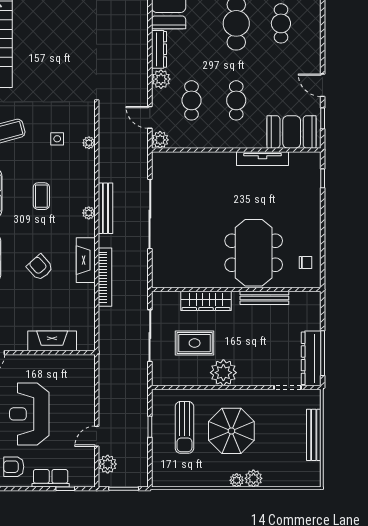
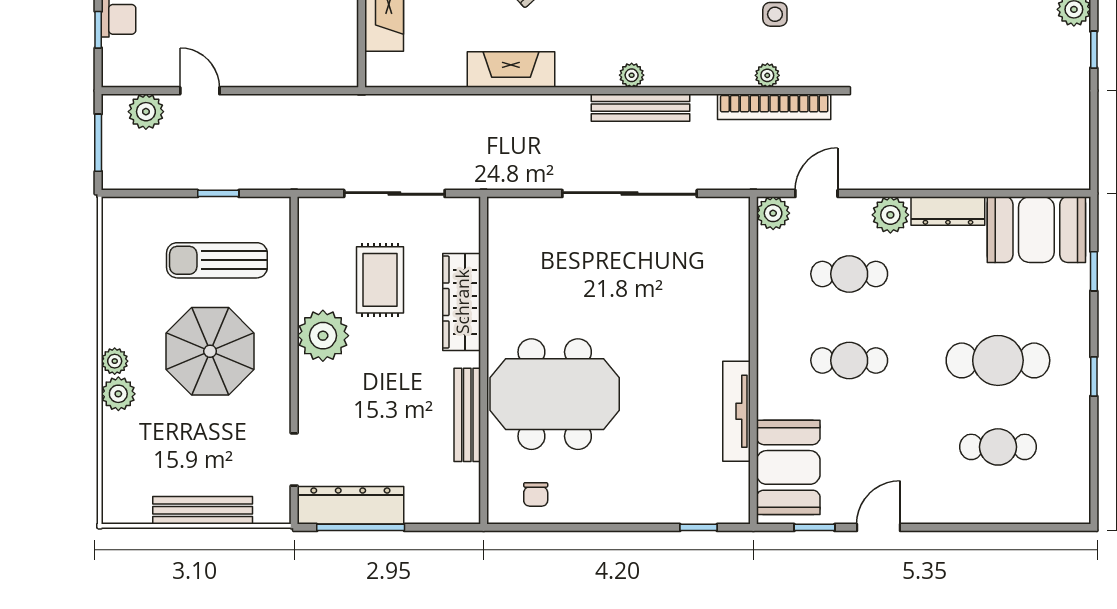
fireplace: (86, 260) -> (511, 70), moved
bookcase: (105, 277) -> (774, 107), moved

